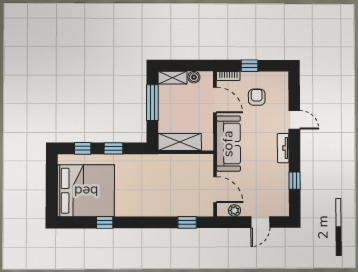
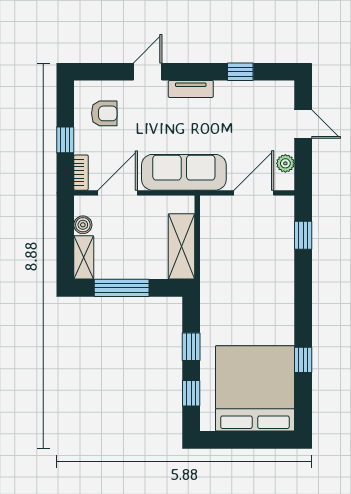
armchair: (257, 97) -> (104, 113), moved, turned 180

